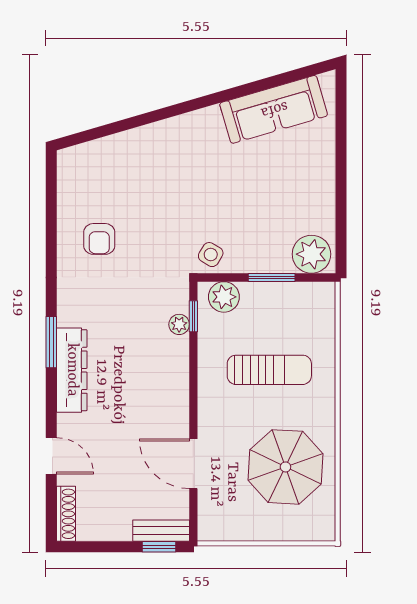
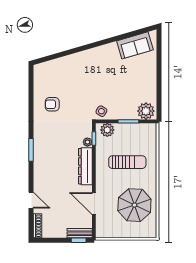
sofa: (274, 109) -> (135, 45), width x0.73
armchair: (99, 239) -> (52, 104), turned 90
dresser: (72, 370) -> (85, 166), moved, turned 180

